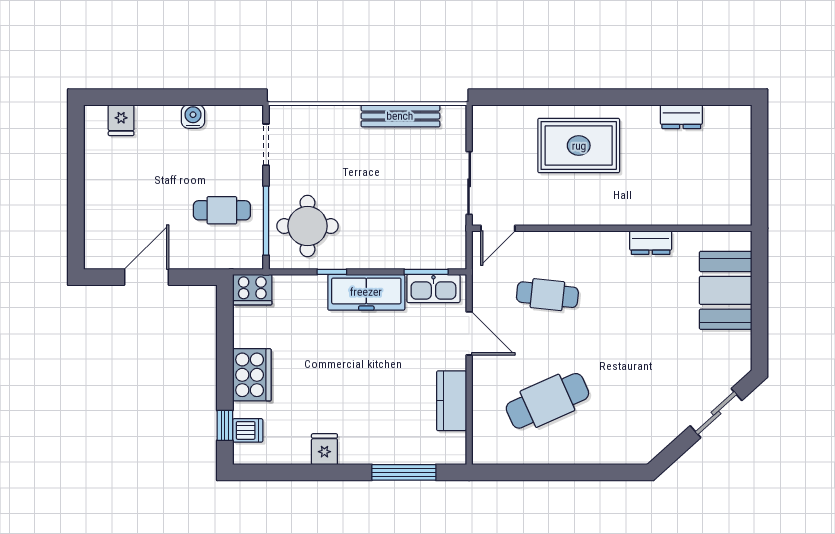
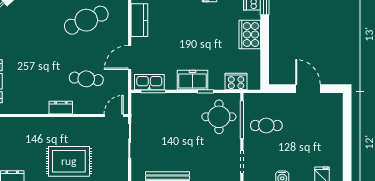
dresser: (651, 243) -> (61, 108), moved
door: (147, 277) -> (308, 89), swing flipped
cooker: (252, 290) -> (236, 82), moved
freezer: (366, 292) -> (192, 80), width x0.71
door: (469, 333) -> (130, 57), hinge flipped

